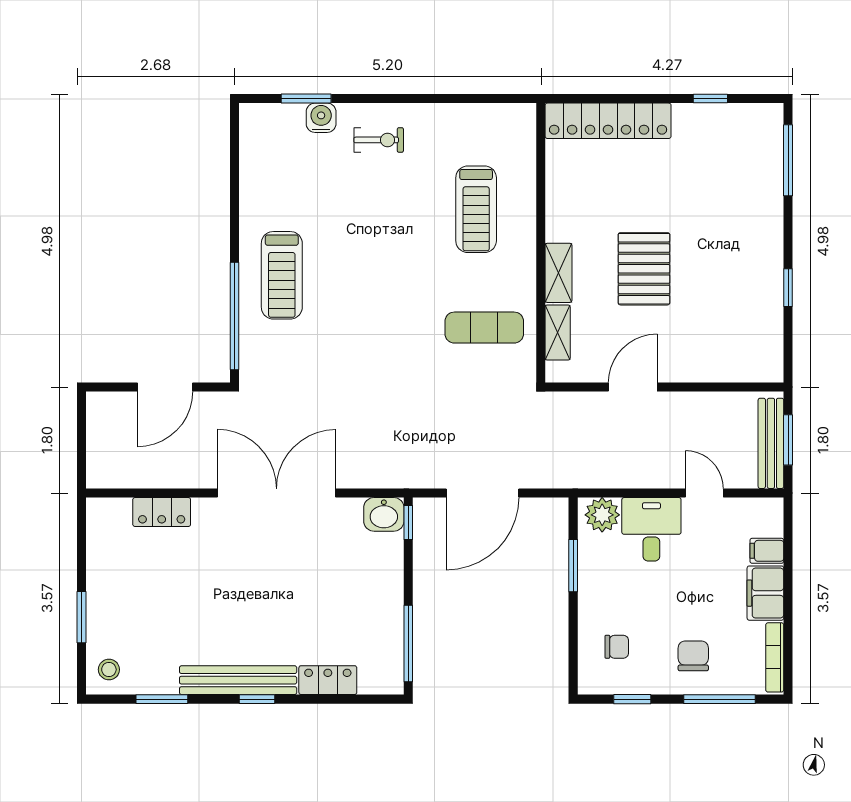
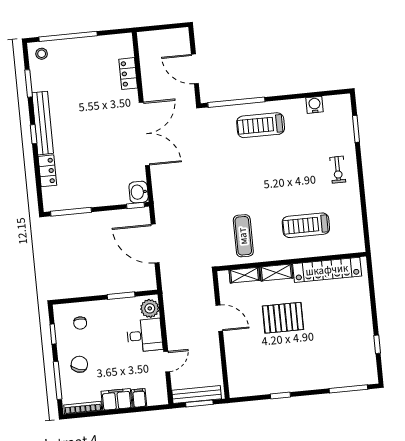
water cooler: (321, 118) -> (315, 105), moved, turned -90
locker: (608, 121) -> (327, 270), moved, turned -90
window: (81, 617) -> (68, 36), width x2.11
chair: (693, 656) -> (79, 364), turned -70

